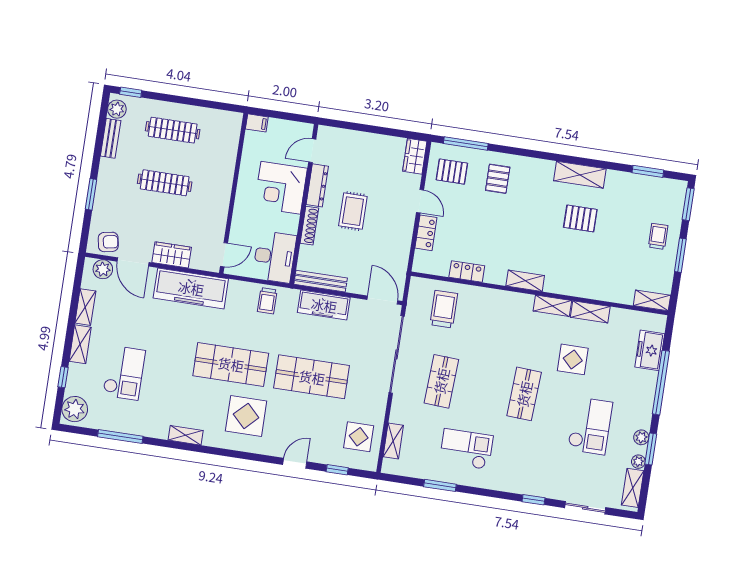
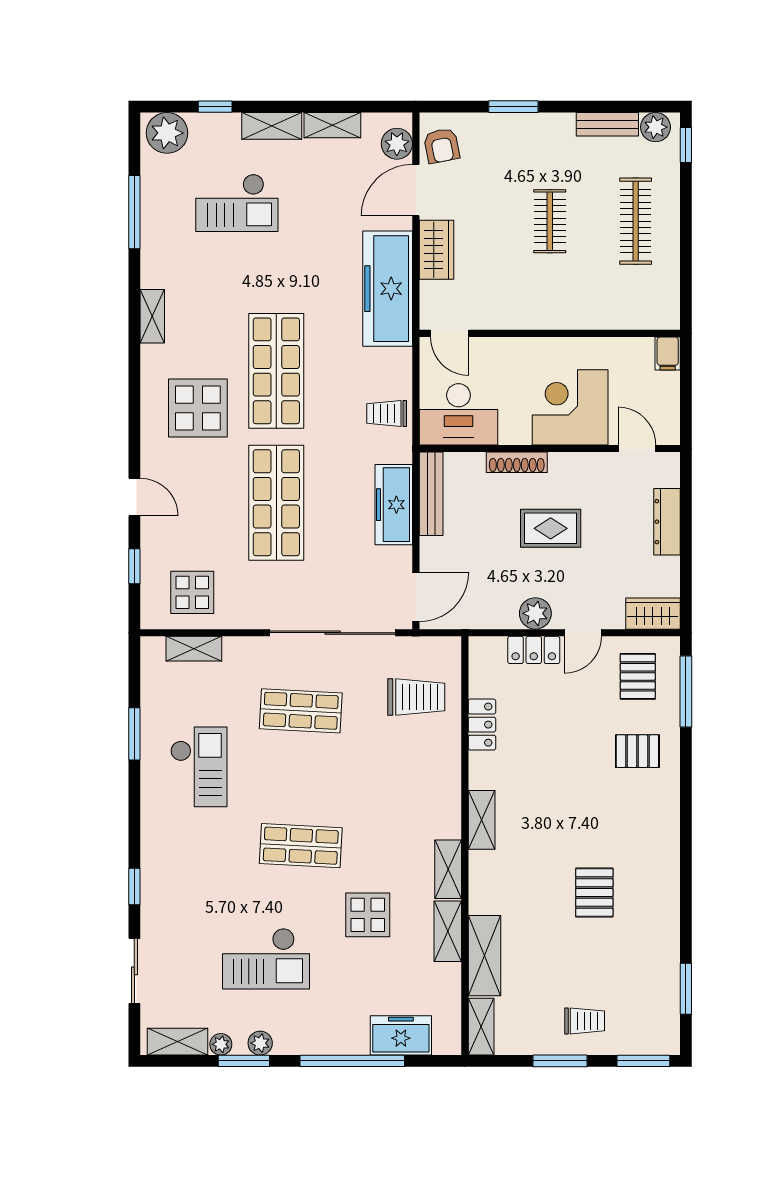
shelving: (580, 175) -> (484, 956), moved
clothes rail: (165, 183) -> (550, 221), width x0.73
dresser: (317, 185) -> (667, 522), moved, turned 90
plant: (404, 228) -> (535, 613), added

